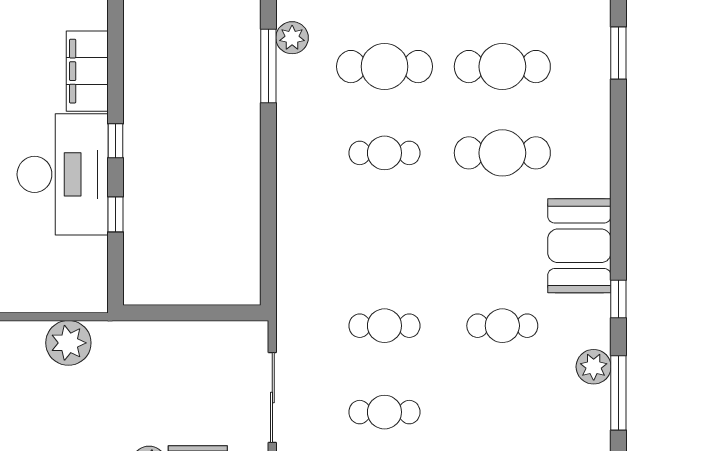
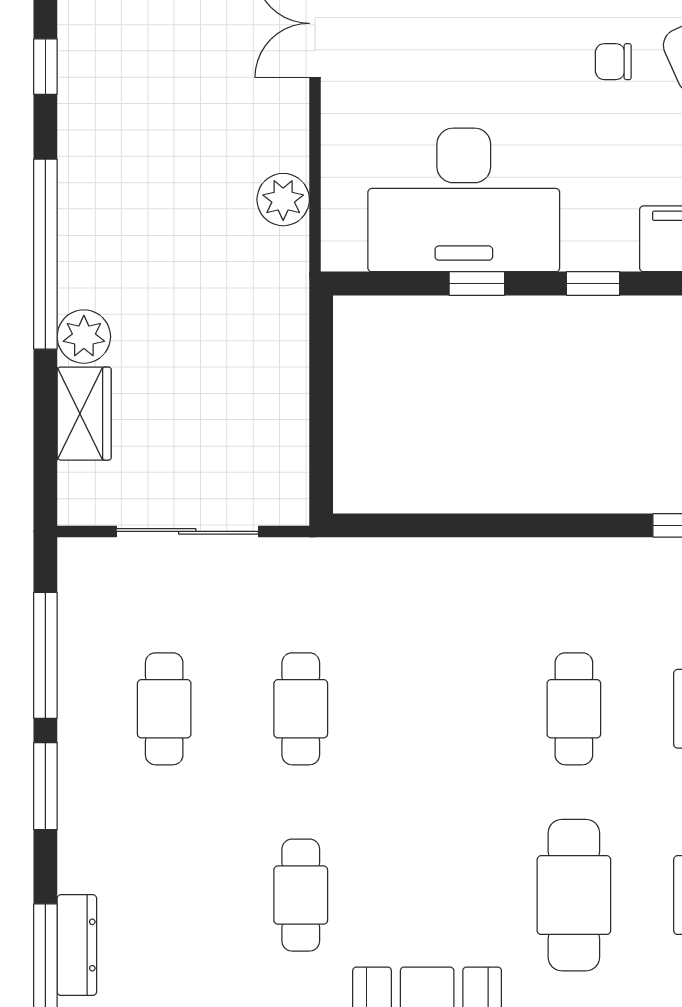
desk: (63, 174) -> (464, 200), moved
plant: (68, 343) -> (283, 200), width x0.73, depth x0.73

